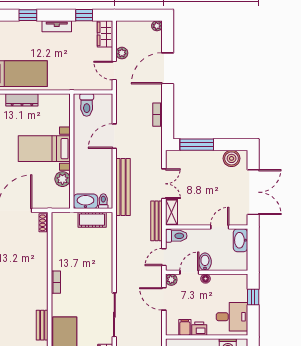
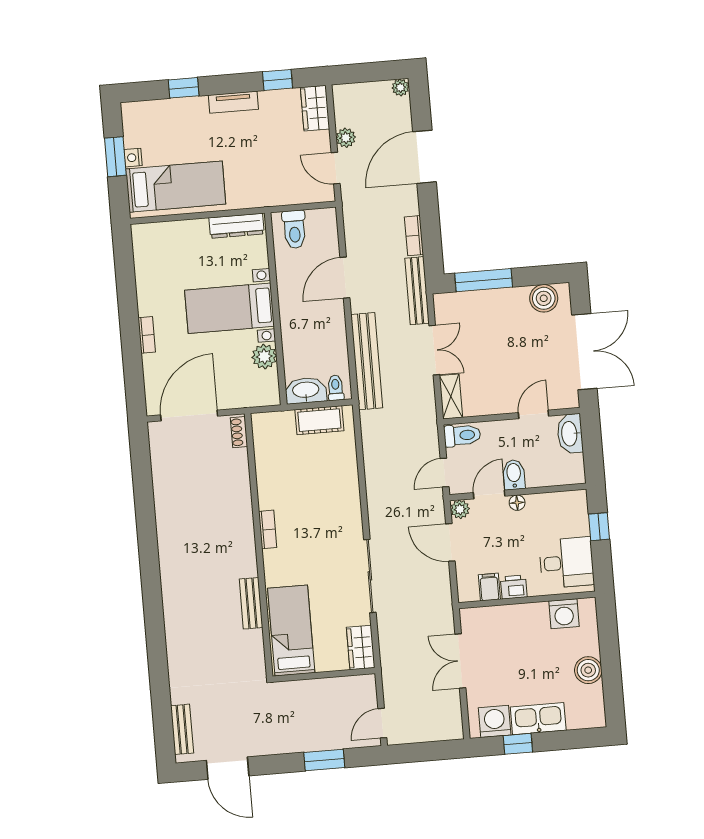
dresser: (22, 100) -> (237, 226), moved
bench: (157, 221) -> (417, 291), moved

